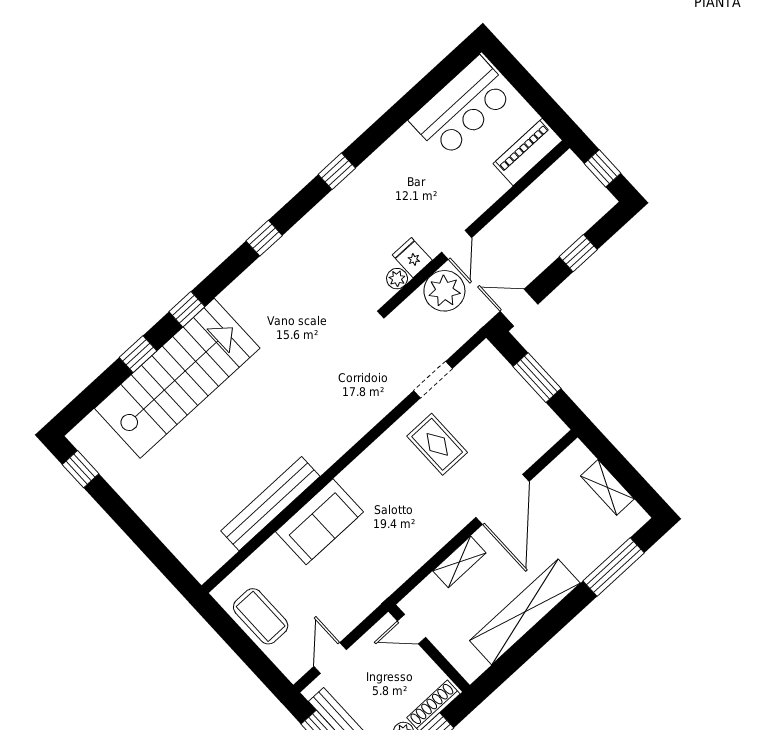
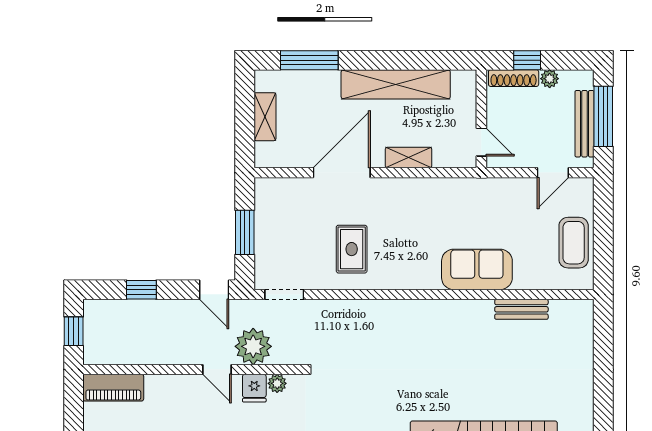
door: (457, 245) -> (217, 369), swing flipped
doorway: (433, 380) -> (284, 294), moved
bench: (270, 504) -> (521, 309), width x0.54, depth x0.82

